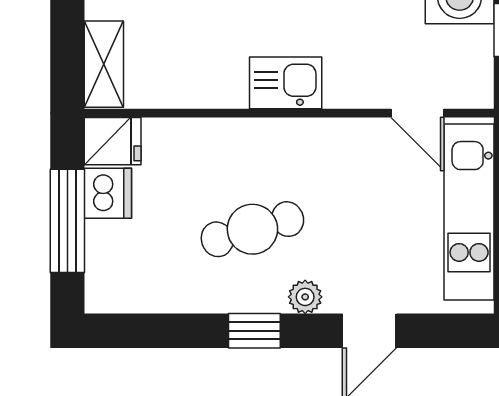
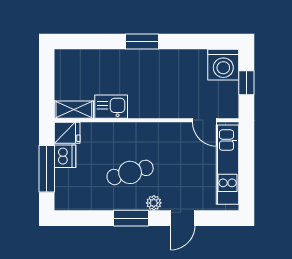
shelving: (104, 64) -> (74, 110), moved, turned 90
kitchen sink: (286, 83) -> (111, 107), moved
window: (254, 331) -> (131, 218), width x1.50

